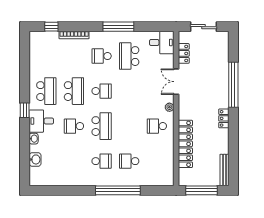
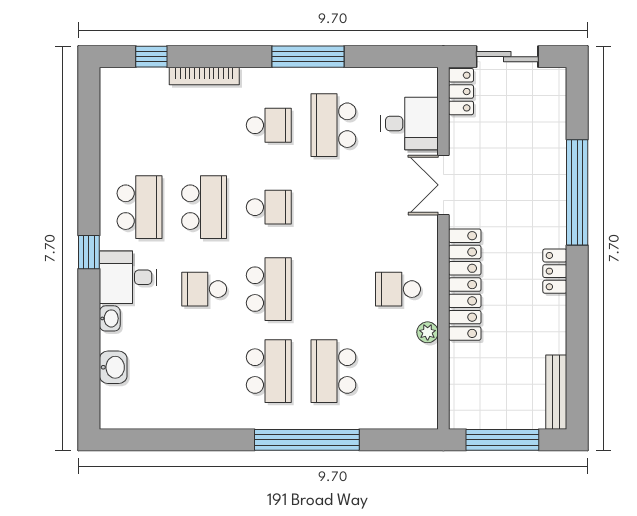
desk: (162, 42) -> (410, 123), moved
locker: (184, 53) -> (461, 92), moved
school desk: (102, 56) -> (269, 125), turned 180
plant: (169, 107) -> (428, 332), moved
locker: (185, 144) -> (465, 285), moved
school desk: (102, 161) -> (269, 371), width x1.85
school desk: (129, 161) -> (333, 371), width x1.85

